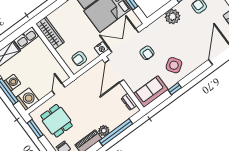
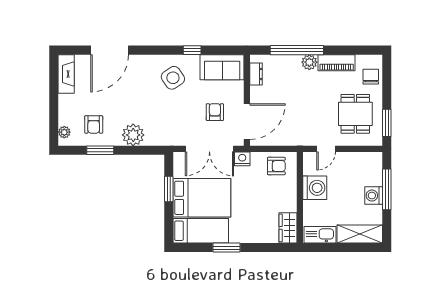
wardrobe: (50, 33) -> (288, 228), width x0.67
armchair: (147, 53) -> (215, 112), moved
washing machine: (27, 99) -> (315, 188), moved, turned 180

